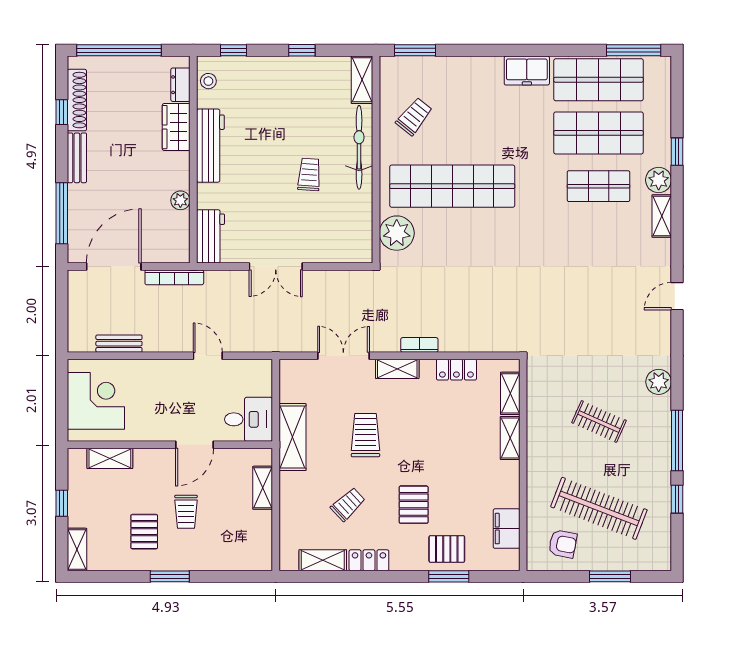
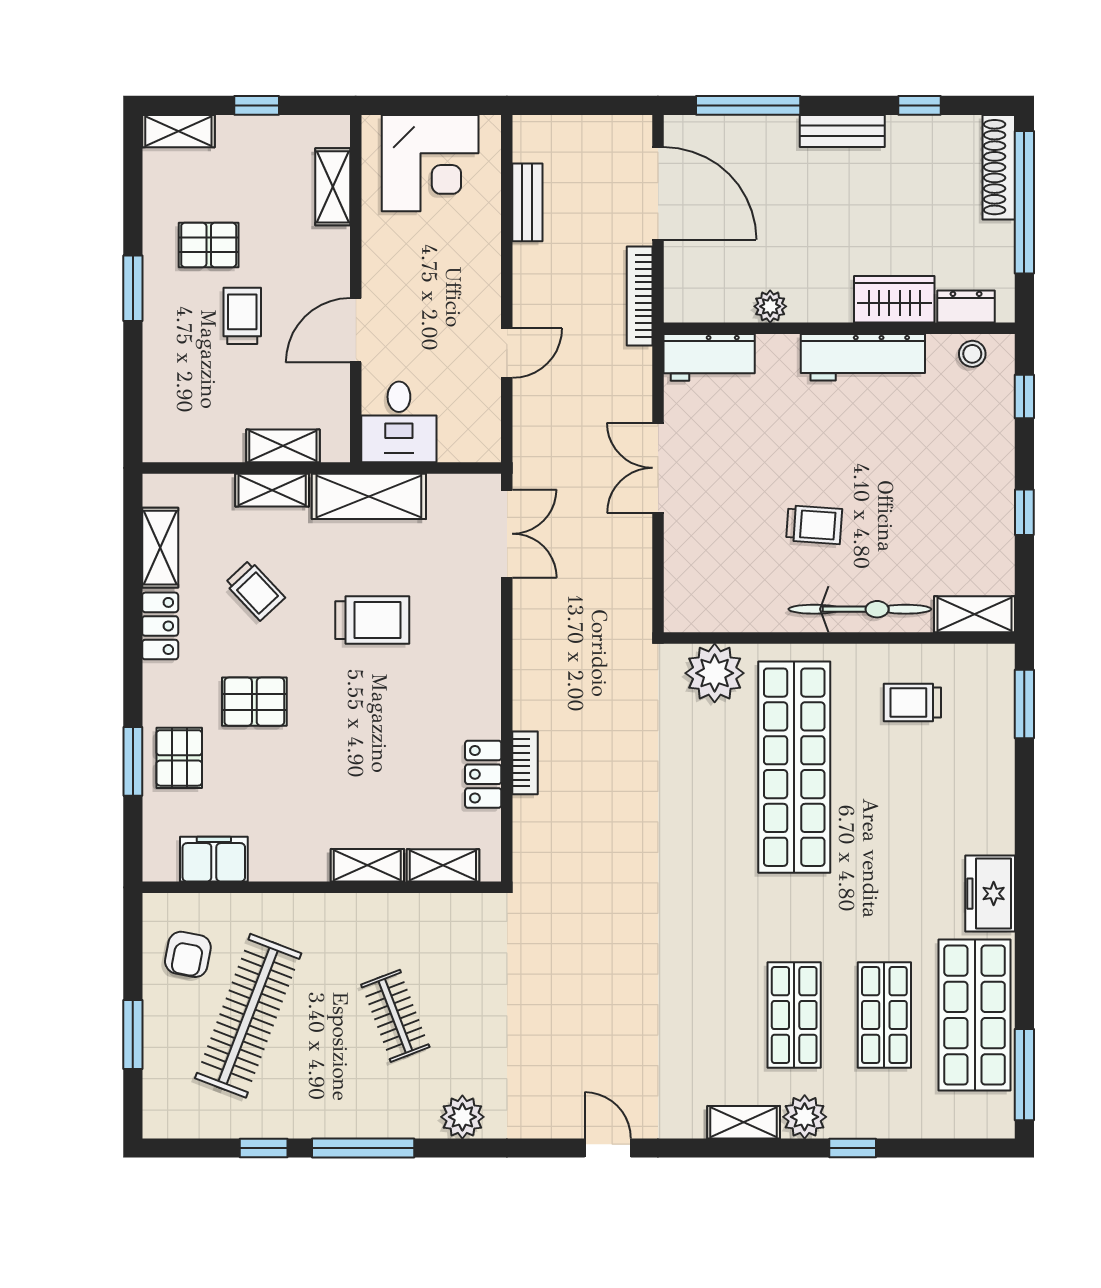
shoe rack: (77, 100) -> (999, 167), moved, turned 90
trolley: (414, 116) -> (912, 702), turned 141
shop shelf: (598, 133) -> (884, 1015), width x0.70, depth x0.74
bookcase: (419, 345) -> (525, 763), moved
double door: (343, 356) -> (507, 534), moved
shelving: (397, 369) -> (272, 490), moved, turned 90
clothes rail: (599, 421) -> (395, 1016), turned -45
door: (194, 445) -> (356, 330), hinge flipped
trolley: (186, 512) -> (242, 316), turned 90

